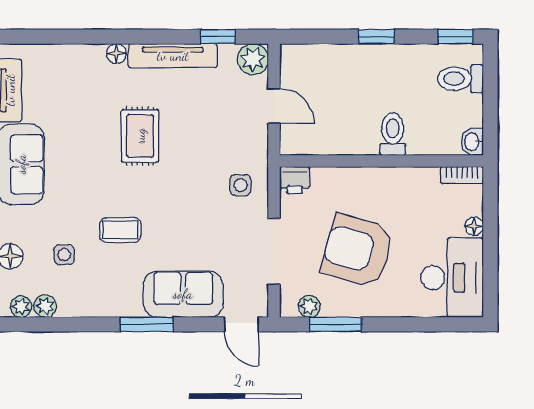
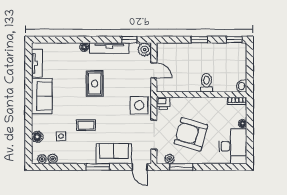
toilet: (460, 79) -> (237, 58), removed
side table: (240, 185) -> (139, 105), width x1.87, depth x1.87

